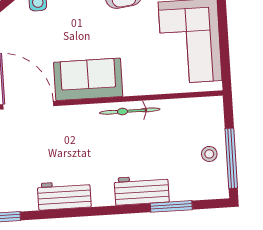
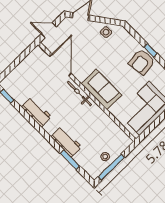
sofa: (88, 79) -> (101, 89), moved
bicycle: (130, 111) -> (79, 94), moved

